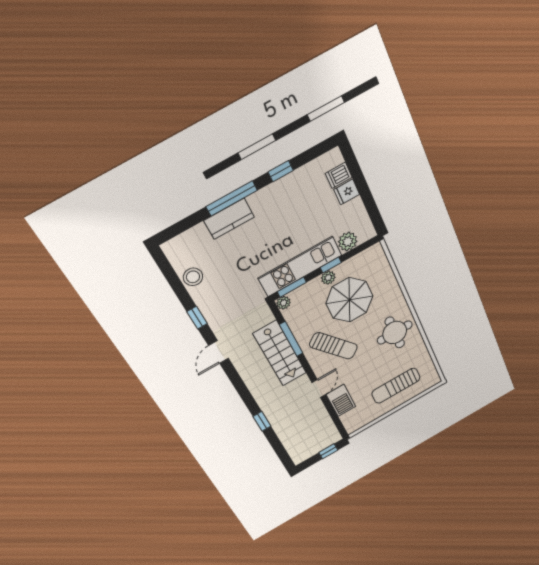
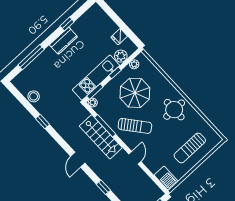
dishwasher: (339, 175) -> (102, 18), removed
fridge: (347, 192) -> (119, 37), moved
window: (232, 198) -> (31, 57), moved
kitchen counter: (229, 219) -> (63, 41), moved
plant: (328, 278) -> (134, 64), moved
door: (219, 352) -> (78, 160), moved
barbecue: (341, 400) -> (166, 178), moved

